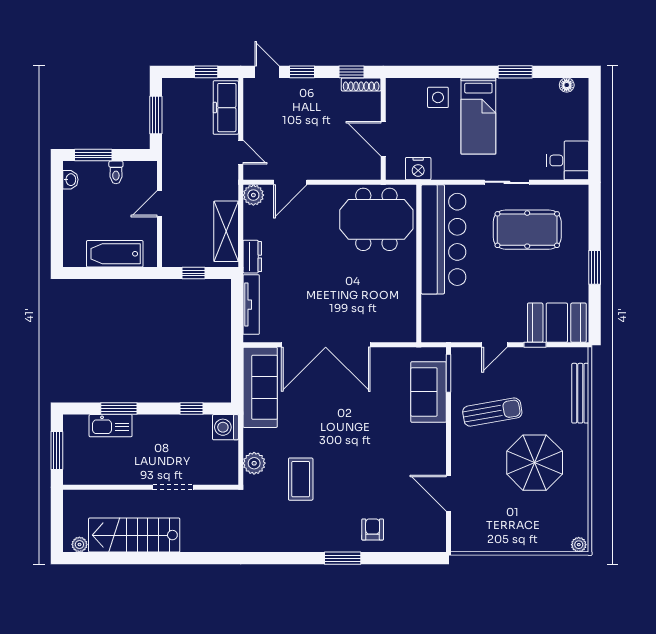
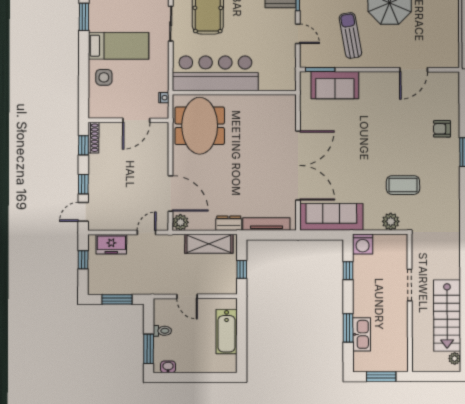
freezer: (226, 108) -> (111, 244), width x0.71
nightstand: (418, 169) -> (164, 98), width x0.53, depth x0.56
door: (290, 182) -> (170, 193), width x1.36

